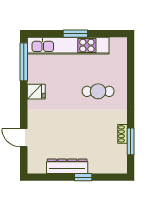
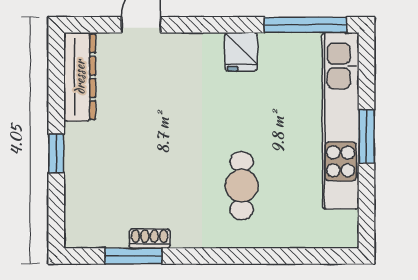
dresser: (67, 166) -> (80, 77), moved

